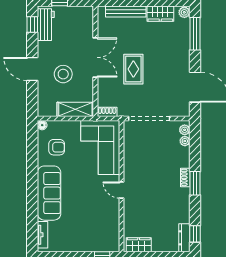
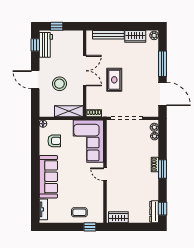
window: (195, 34) -> (163, 64), moved
coffee table: (89, 239) -> (79, 212), added

